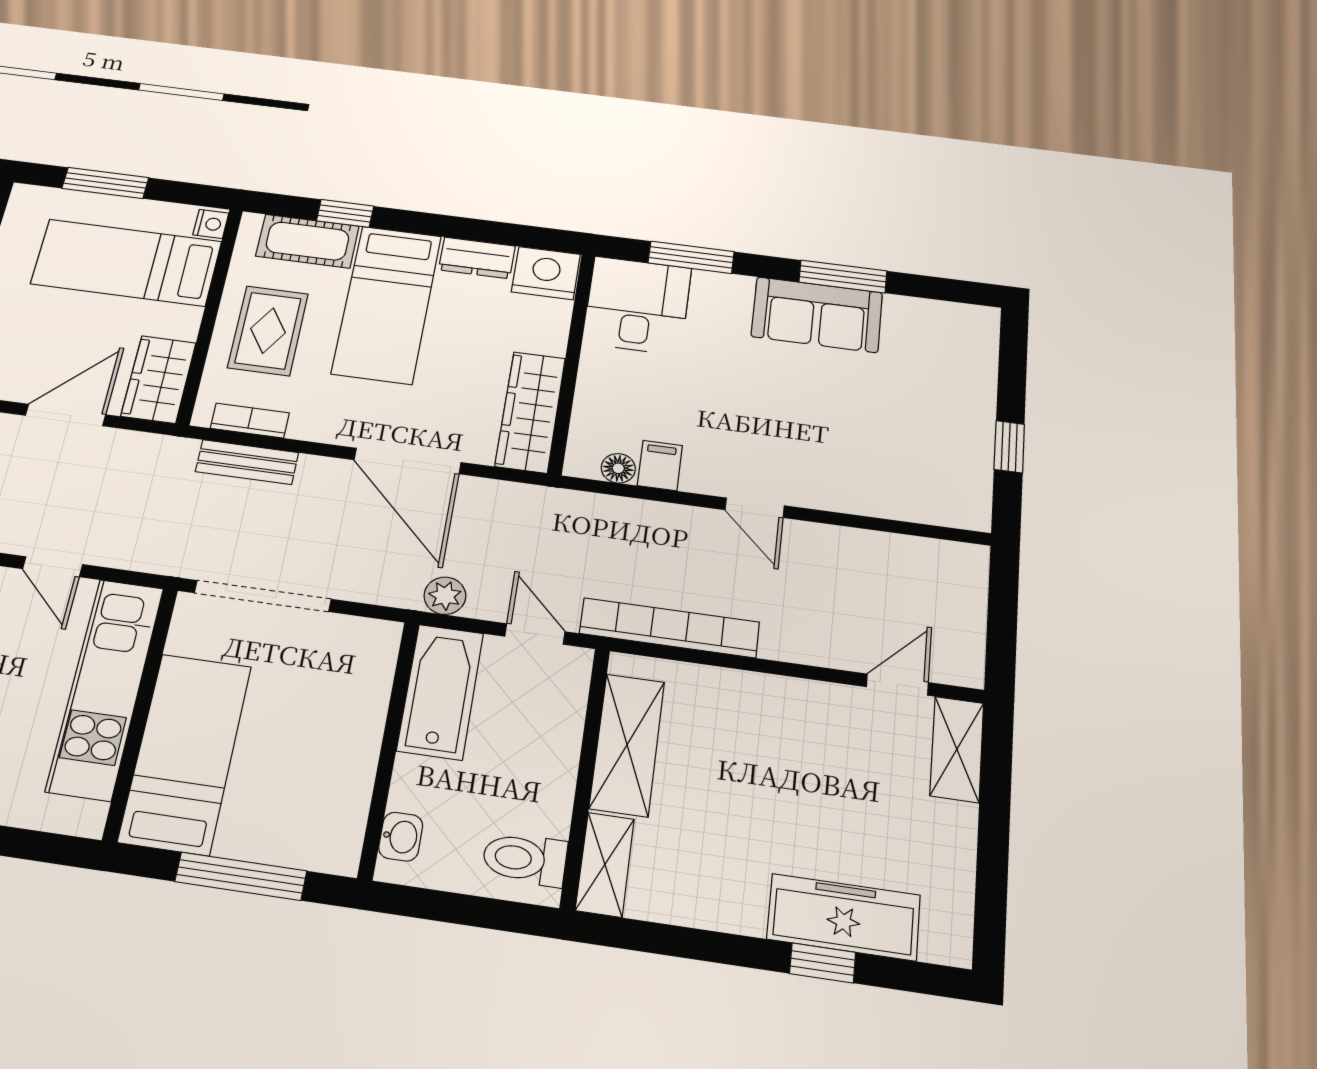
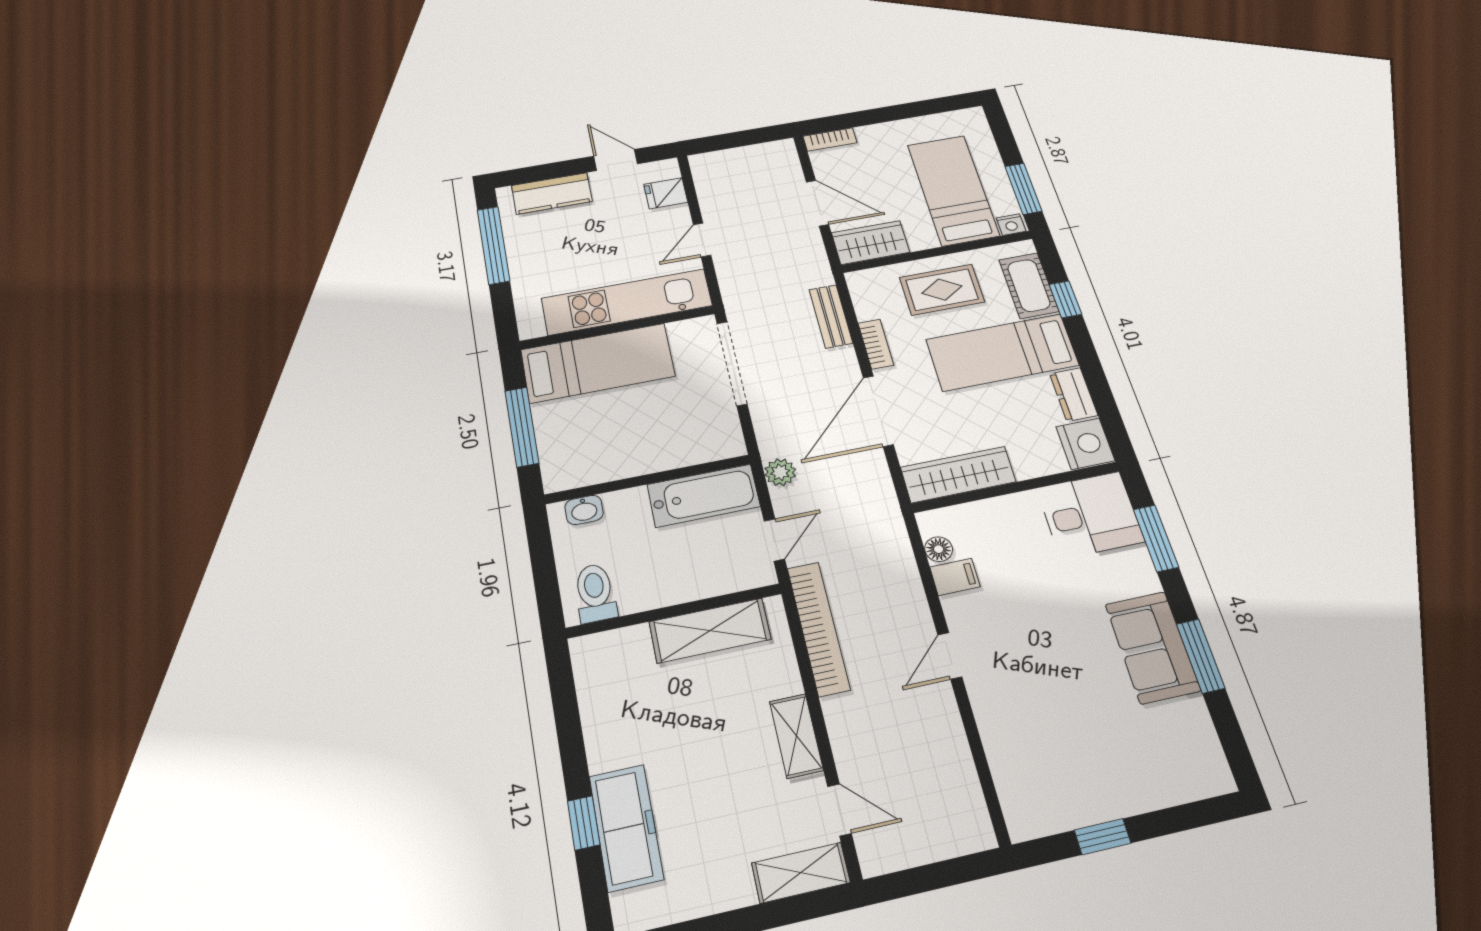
window: (105, 183) -> (1023, 189), moved
bookcase: (250, 421) -> (876, 344), moved
shelving: (605, 865) -> (796, 736), moved, turned 90

